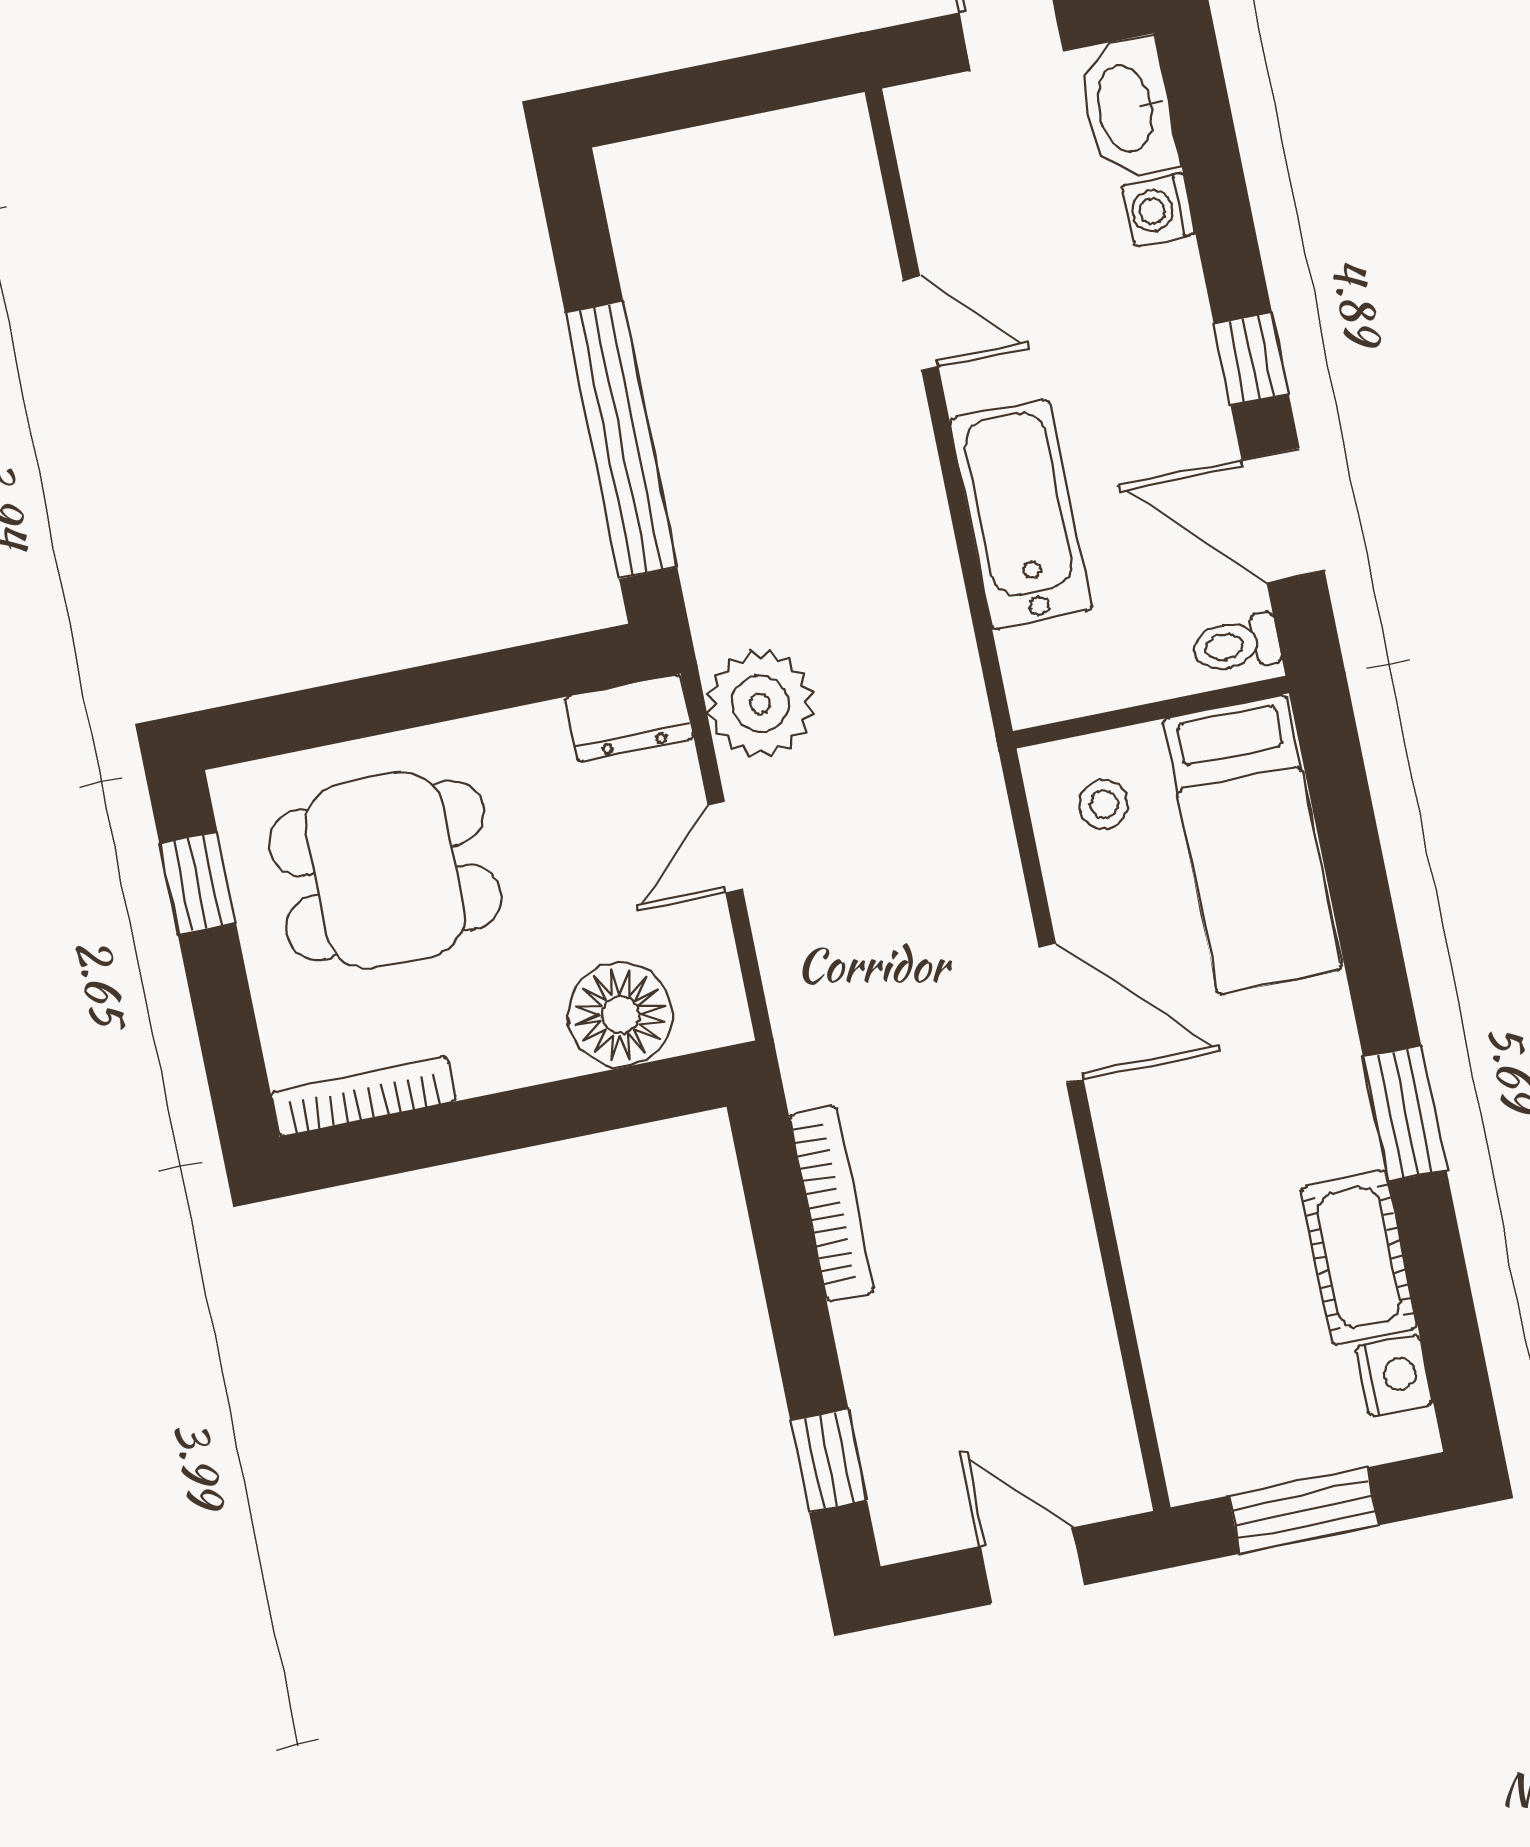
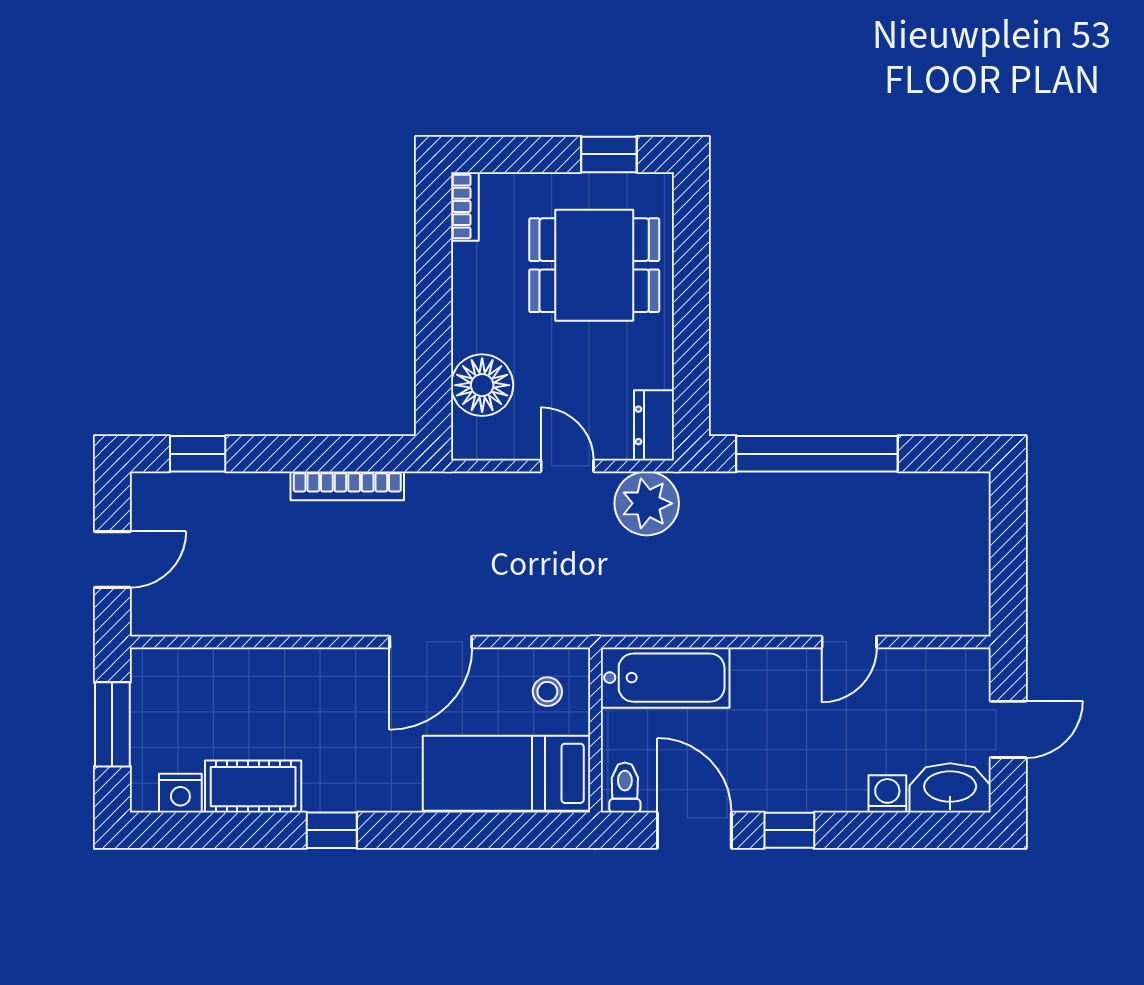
bathtub: (1021, 515) -> (665, 678), moved
door: (1283, 516) -> (694, 830), hinge flipped
dining table: (385, 870) -> (594, 265), turned 90
bookcase: (364, 1096) -> (465, 206), width x0.64
window: (1405, 1113) -> (332, 830), width x0.67

